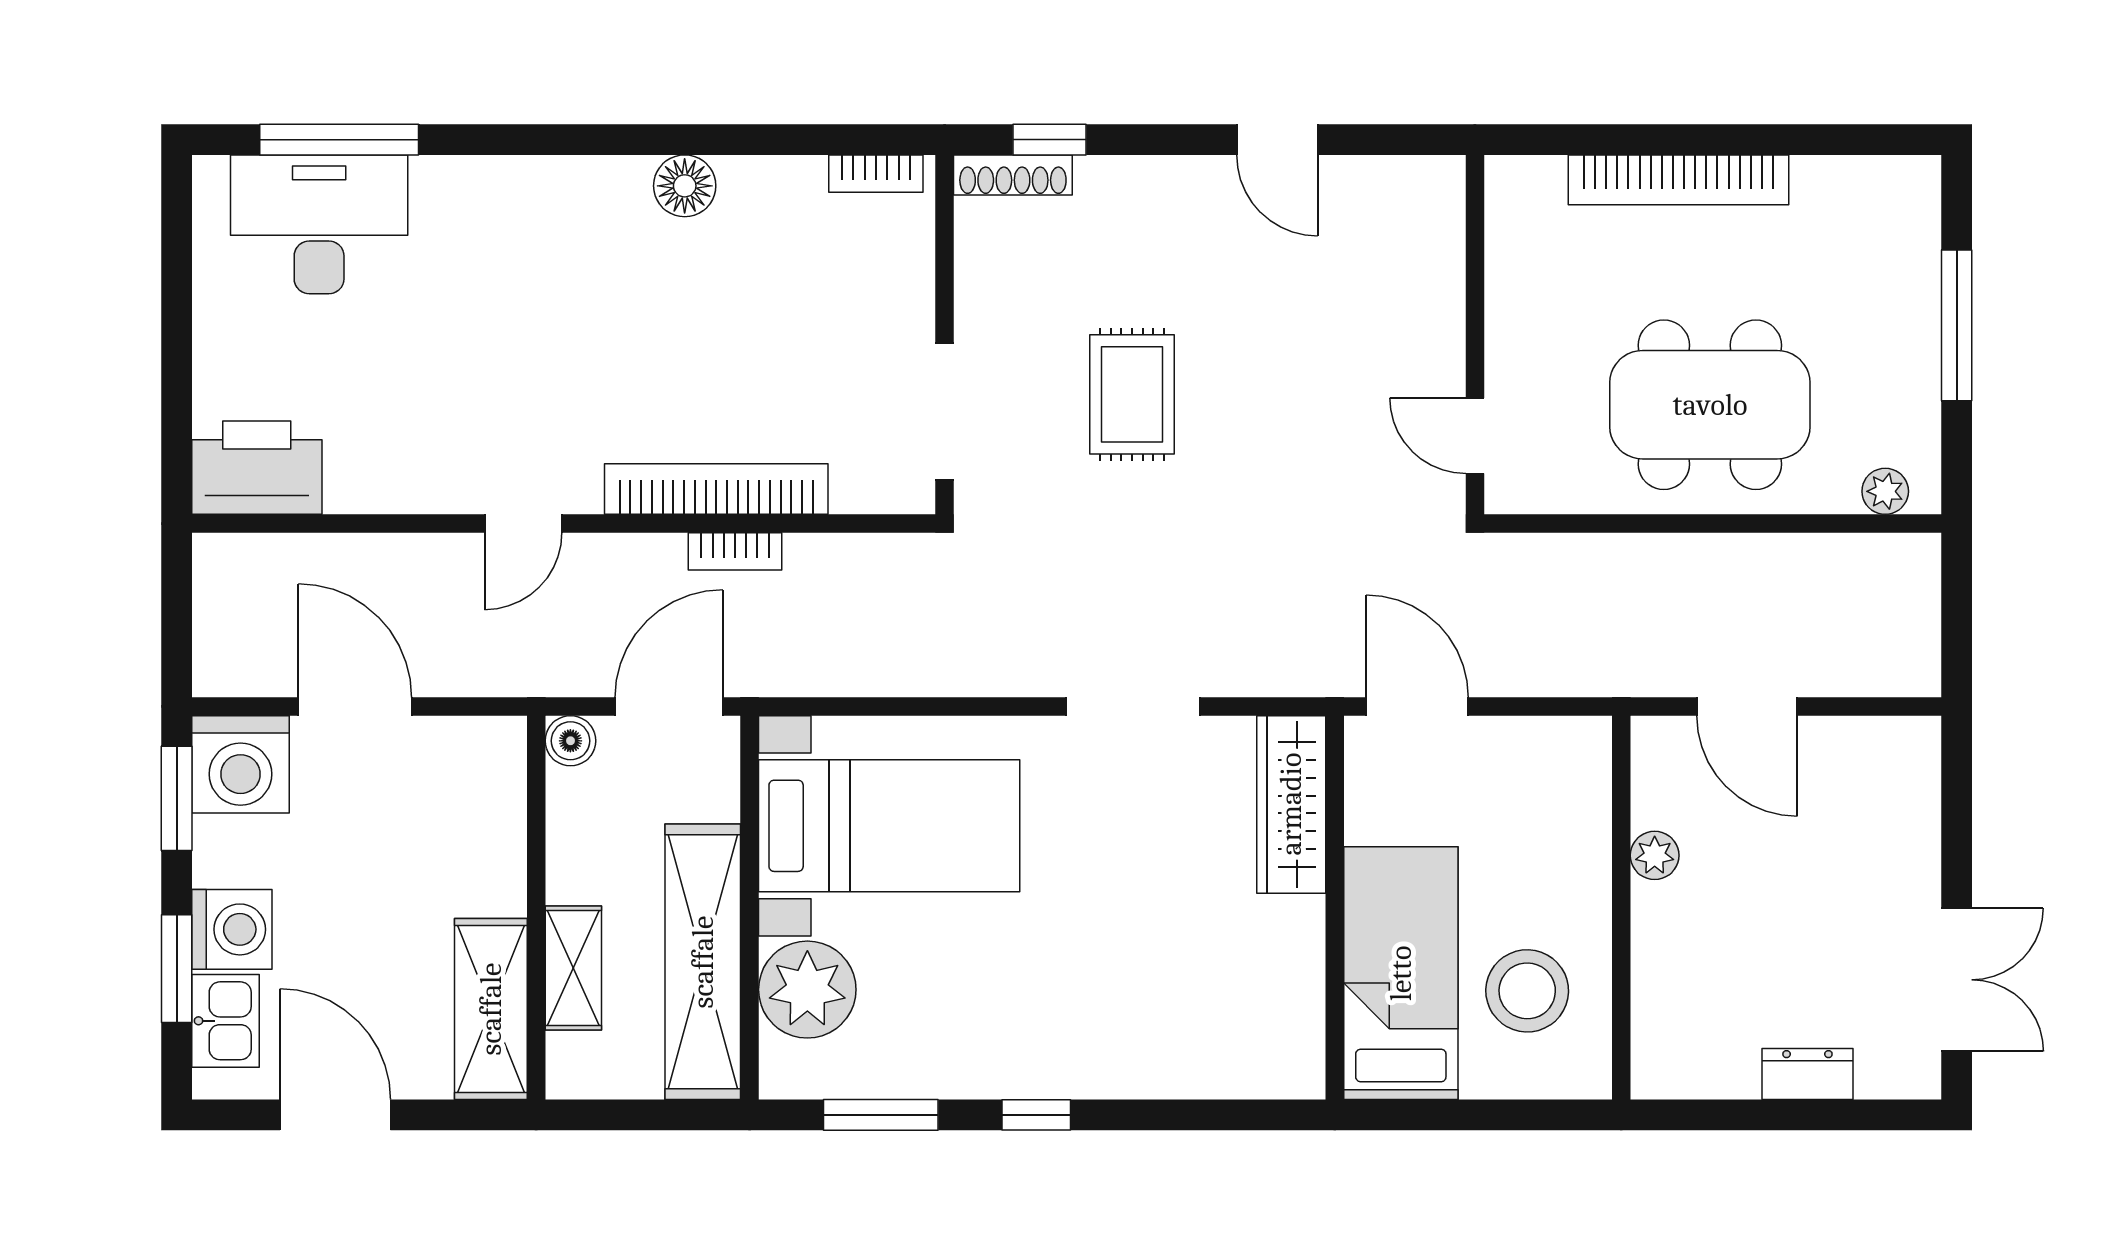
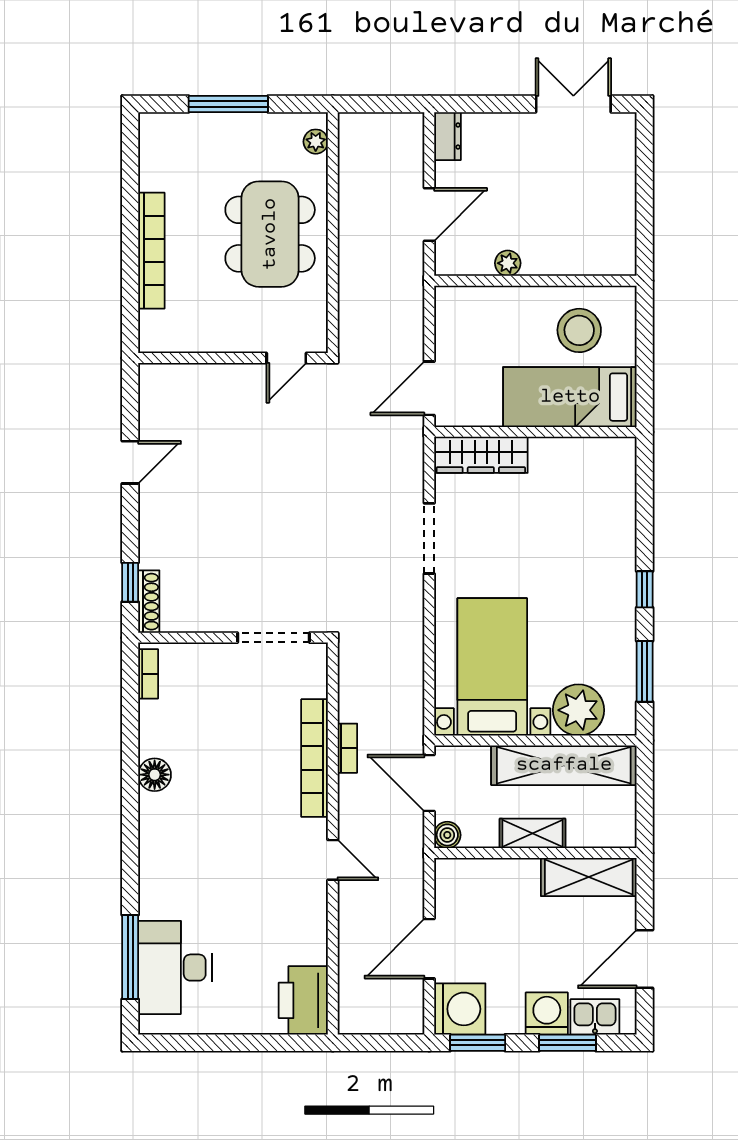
rug: (1132, 394) -> (265, 539), removed
shelving: (573, 968) -> (533, 833), moved
dresser: (1807, 1074) -> (448, 136), moved, turned 180

